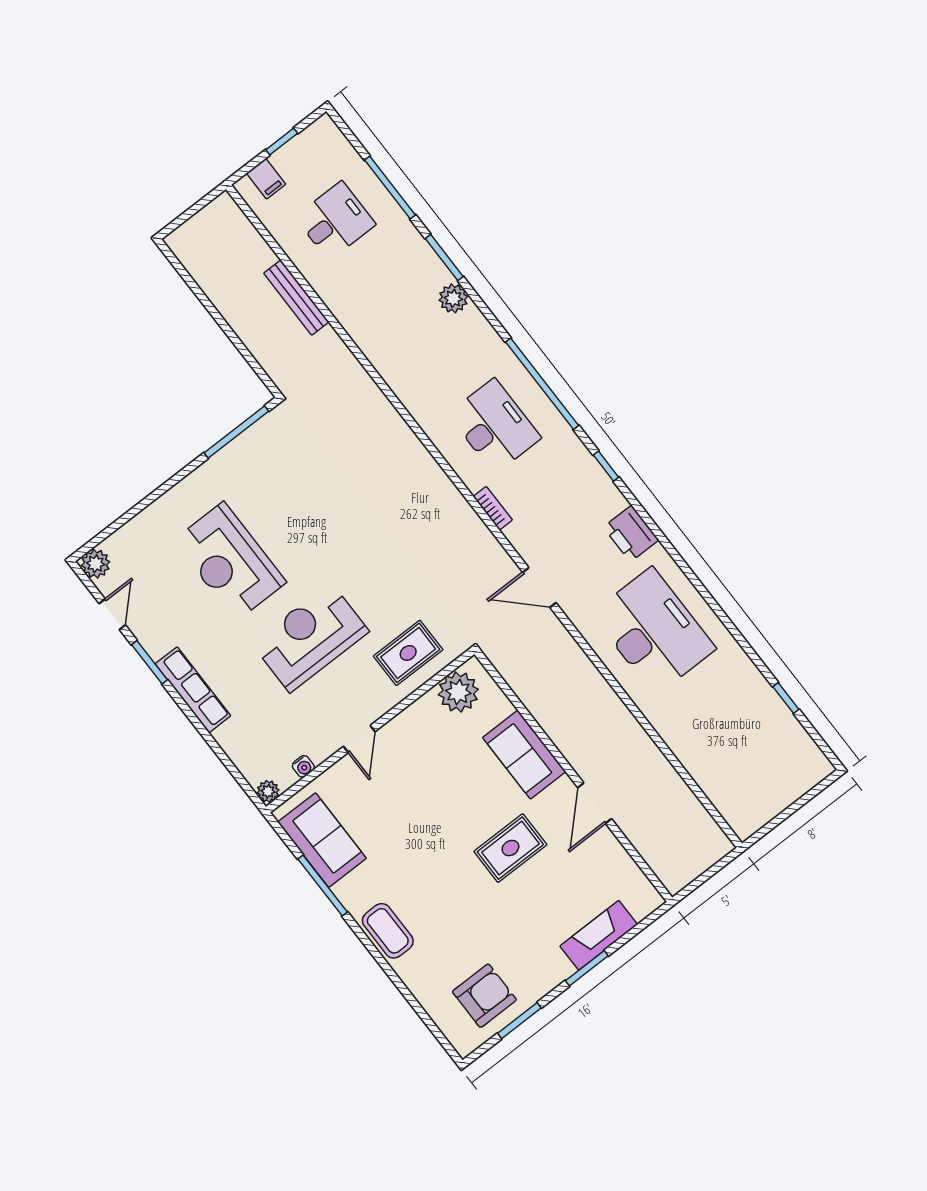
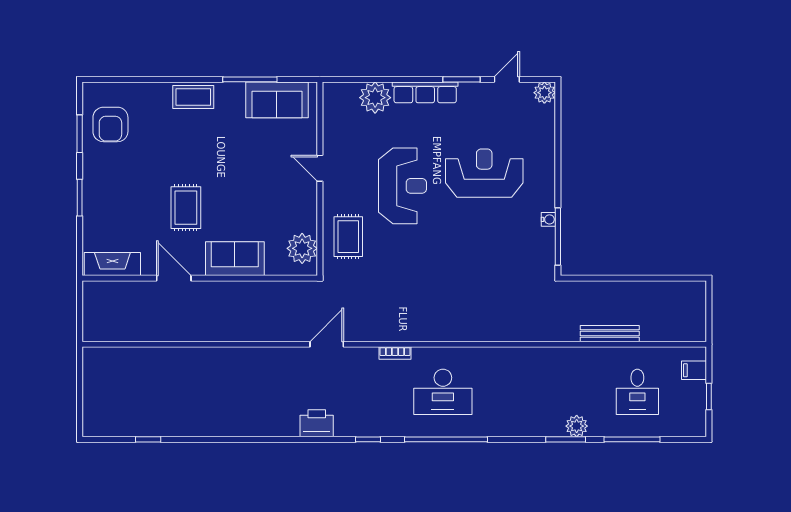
plant: (453, 298) -> (577, 426), moved
door: (112, 614) -> (507, 79), swing flipped
desk: (654, 631) -> (248, 392), removed
water cooler: (303, 766) -> (548, 219), moved, turned 180
plant: (268, 791) -> (375, 98), moved, width x1.88, depth x1.88
fireplace: (599, 935) -> (112, 264), moved, turned -90

